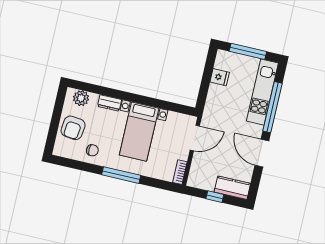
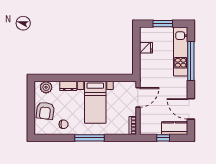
window: (248, 51) -> (163, 24), width x0.69
door: (262, 153) -> (191, 109), moved

